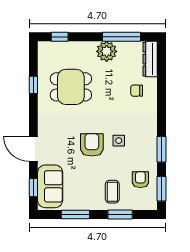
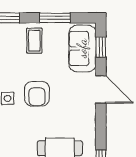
coffee table: (112, 192) -> (34, 41), moved

